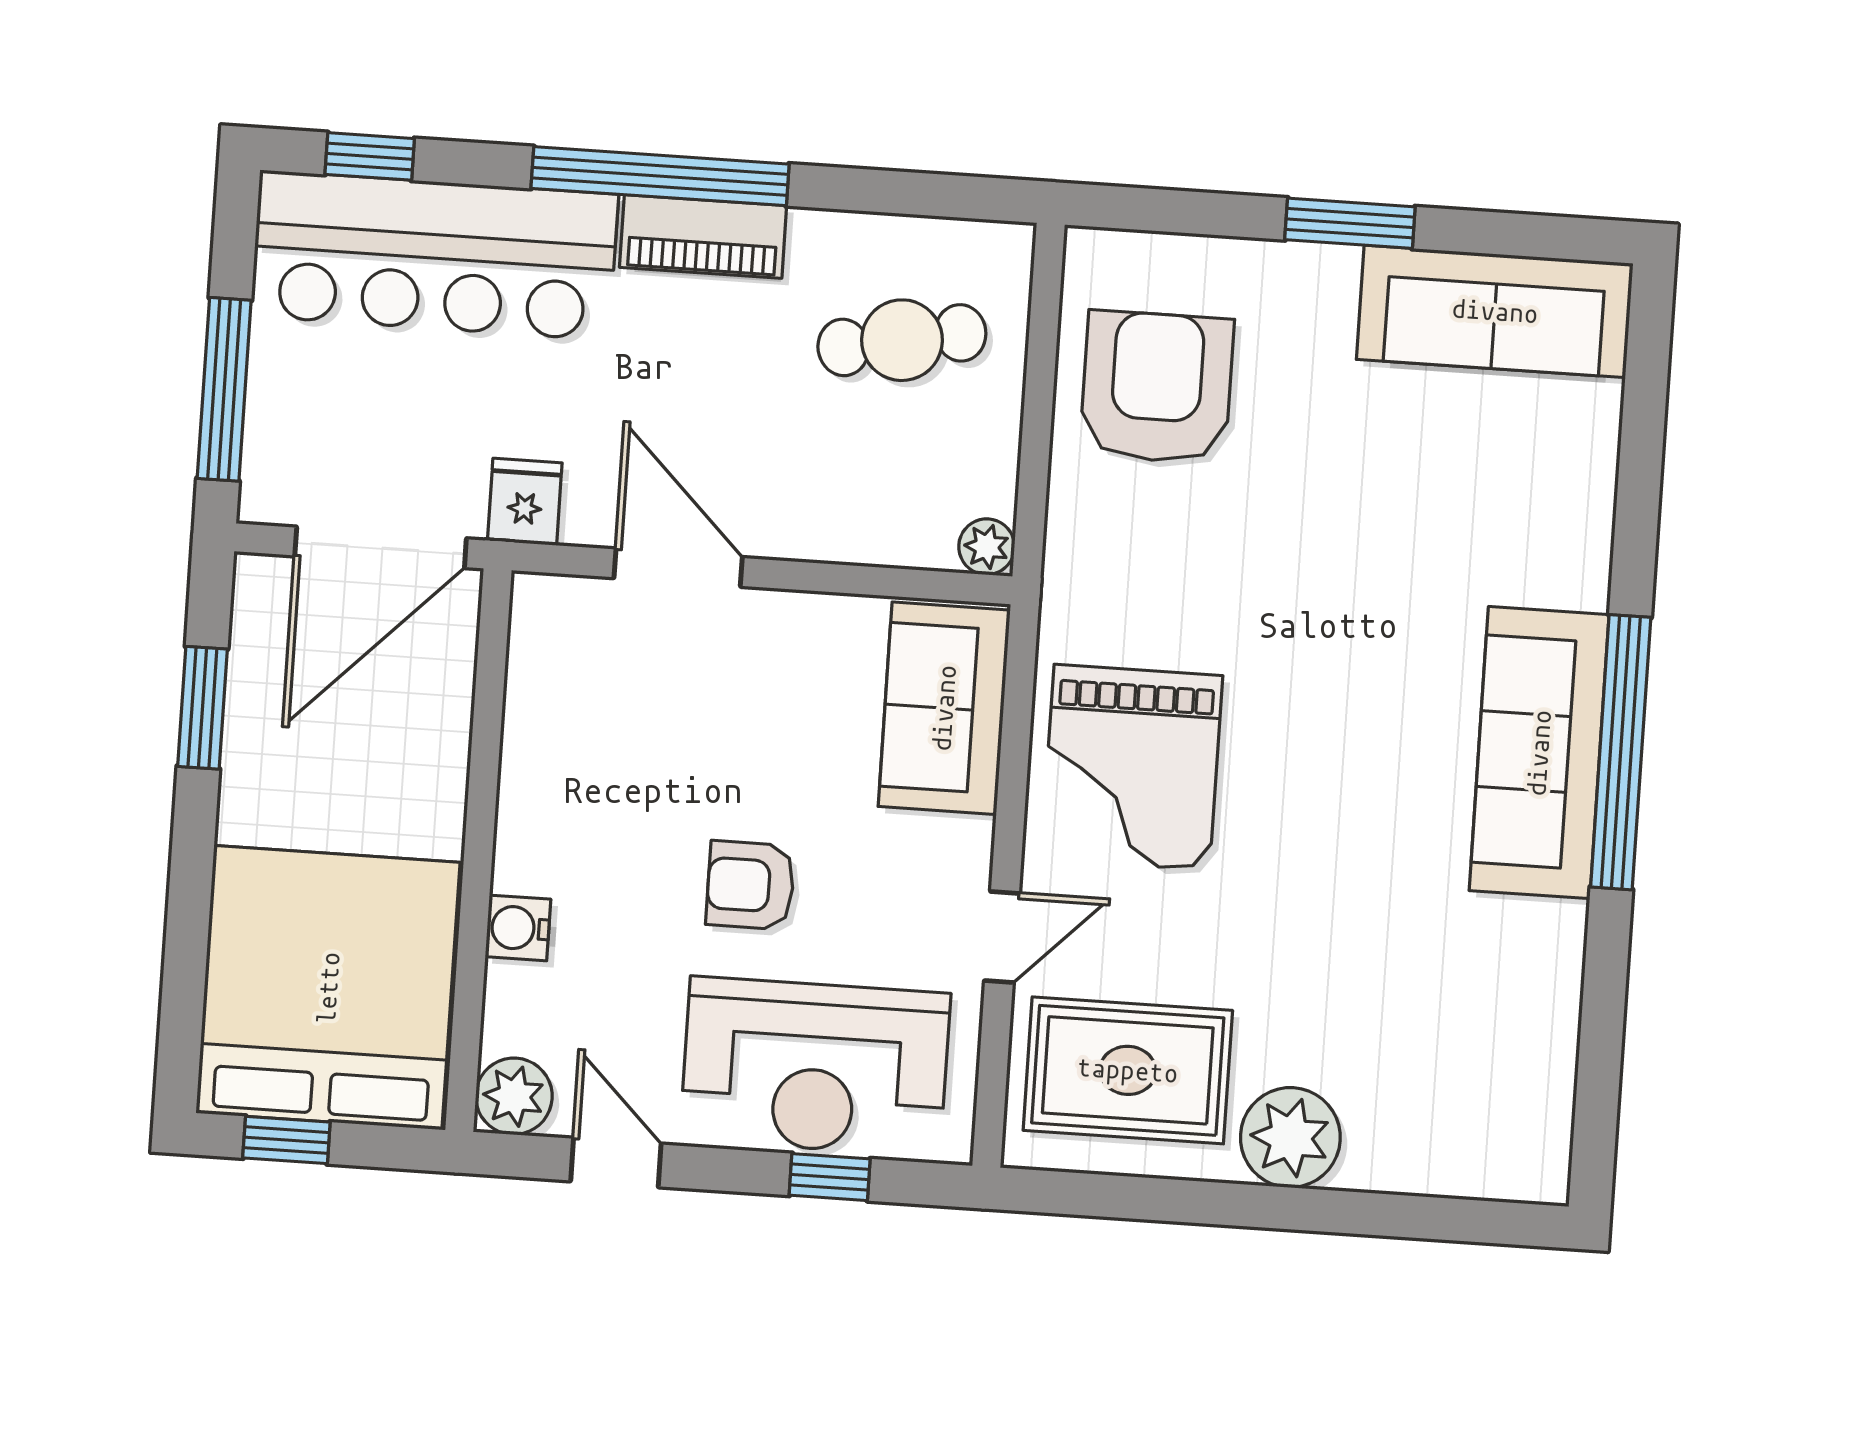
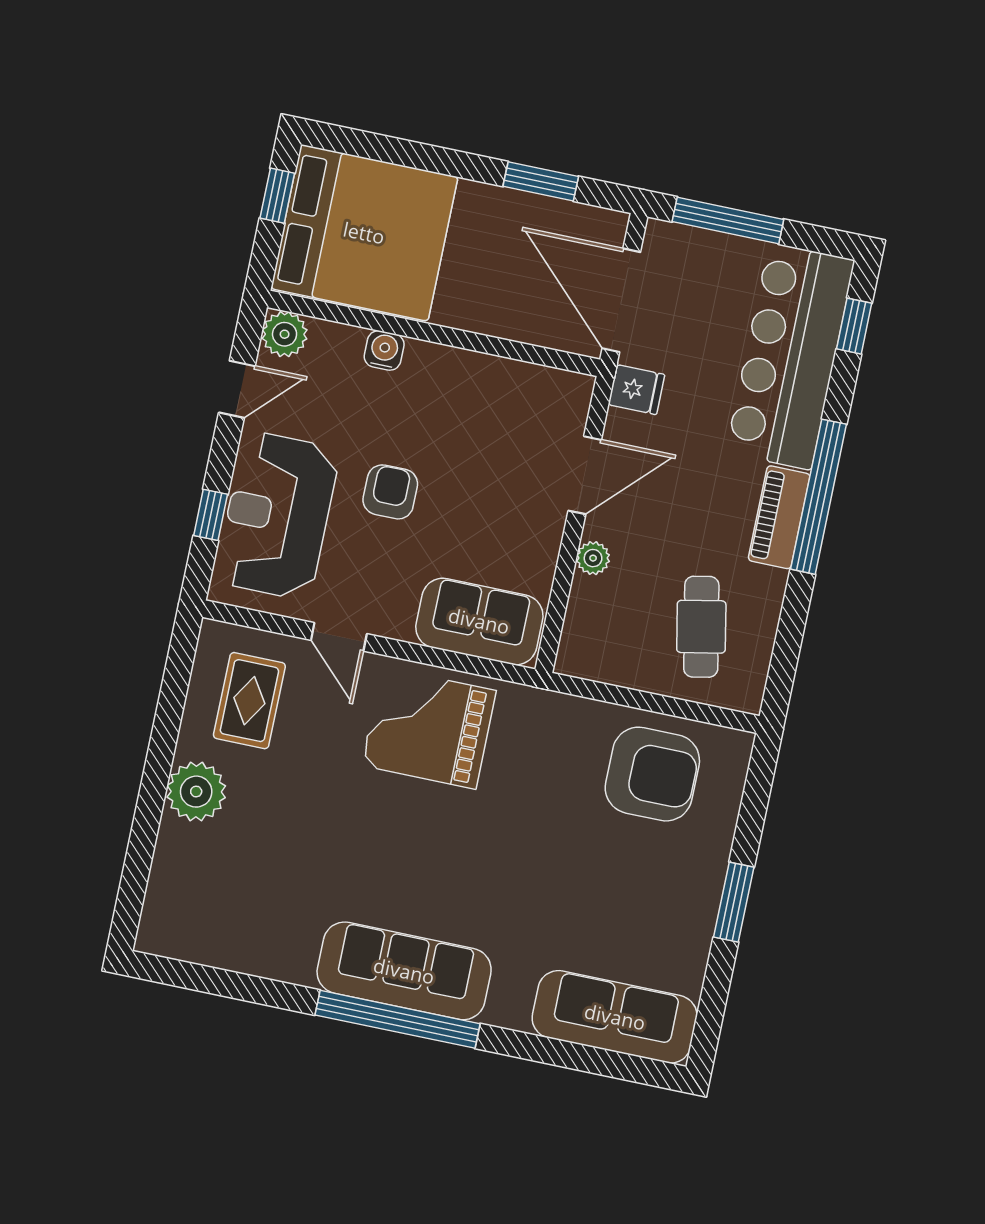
sofa: (1495, 311) -> (615, 1017), moved, turned 90
plant: (987, 547) -> (593, 558), moved
rug: (1128, 1070) -> (249, 701), width x0.73, depth x0.70

